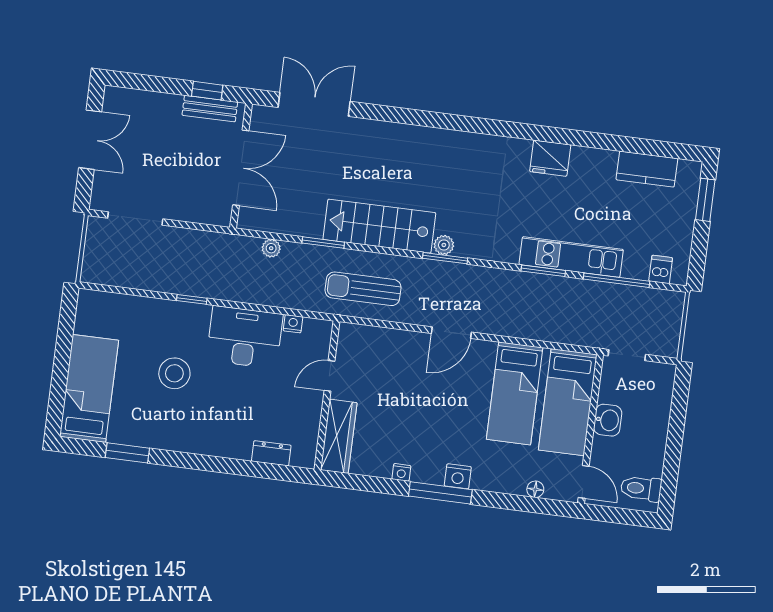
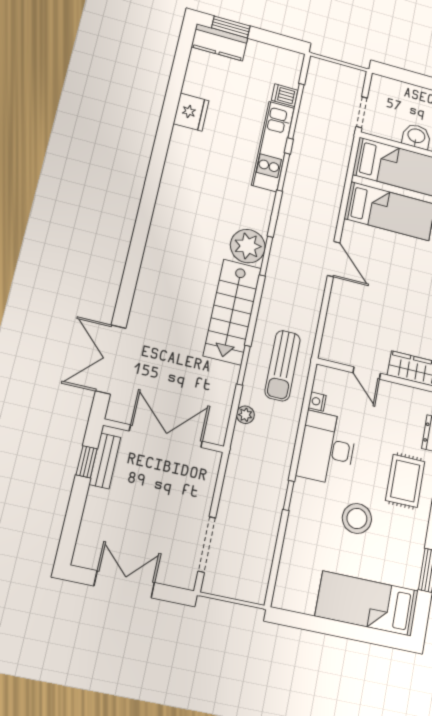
fridge: (550, 158) -> (191, 112), moved
kitchen counter: (647, 169) -> (220, 42), moved, turned 90
plant: (444, 245) -> (248, 246), width x1.88, depth x1.88
dishwasher: (661, 269) -> (285, 95), moved
sun lounger: (363, 289) -> (283, 366), moved
rug: (218, 424) -> (405, 481), added

